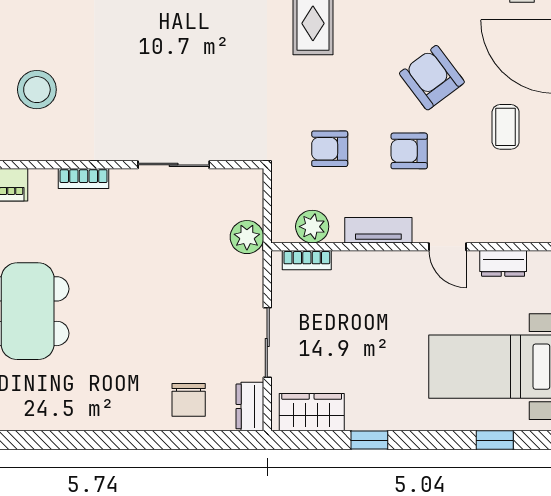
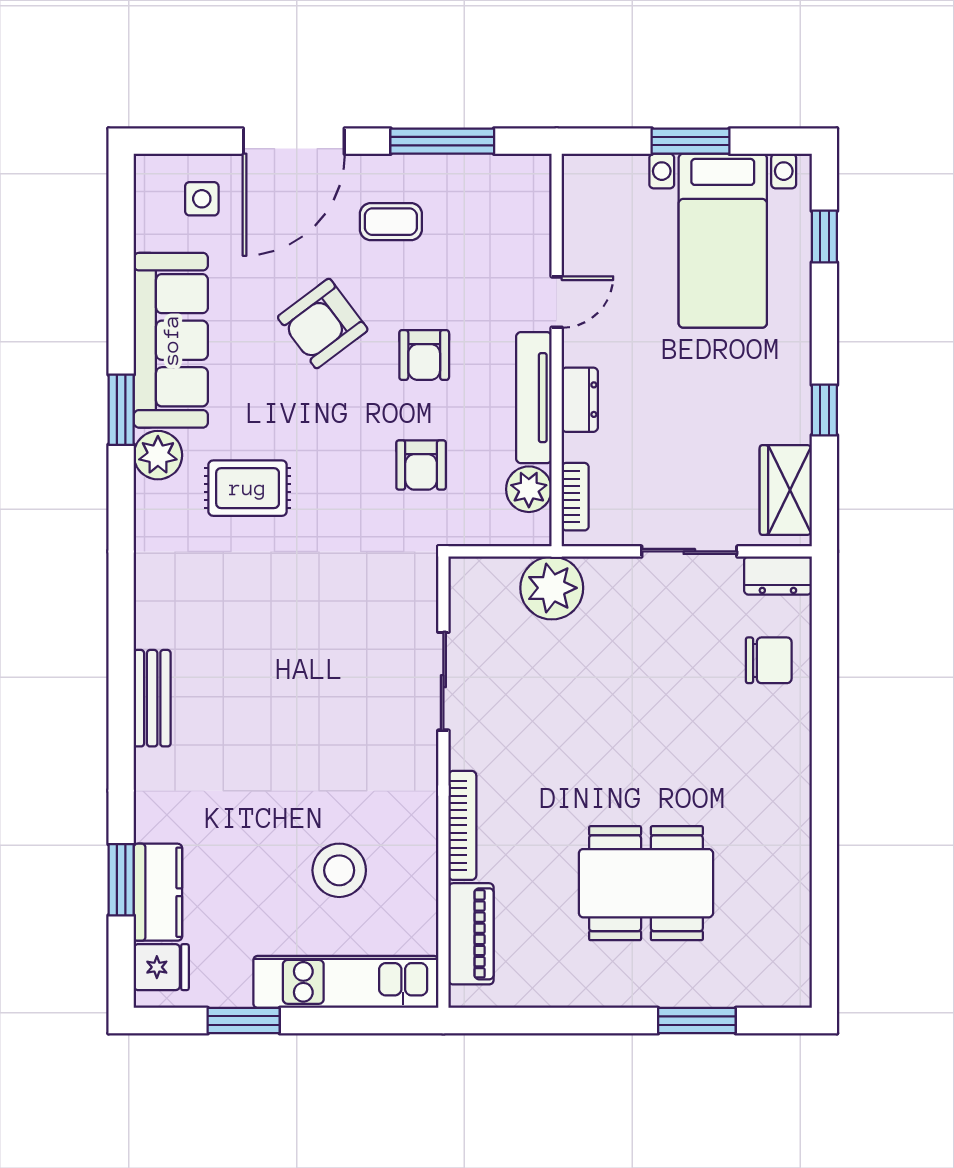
bookcase: (84, 179) -> (462, 825), width x1.56
tv unit: (378, 230) -> (534, 398), width x1.41
plant: (247, 237) -> (552, 588), width x1.36, depth x1.36
dresser: (503, 263) -> (580, 400), moved

